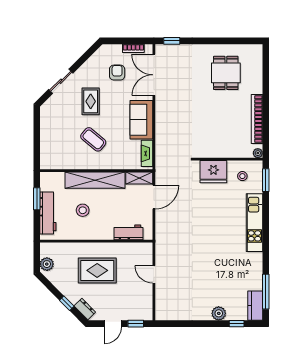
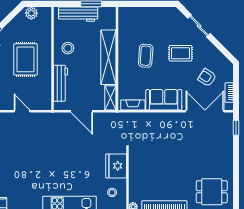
armchair: (117, 73) -> (207, 78), turned -147
dining table: (226, 73) -> (212, 192), moved
coffee table: (93, 139) -> (146, 56), turned -36
door: (154, 197) -> (82, 111), moved
stool: (83, 210) -> (68, 48), moved
workbench: (129, 232) -> (60, 83), width x1.37
door: (154, 274) -> (22, 111), hinge flipped

